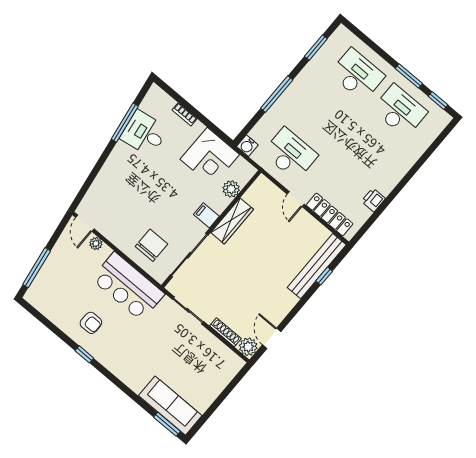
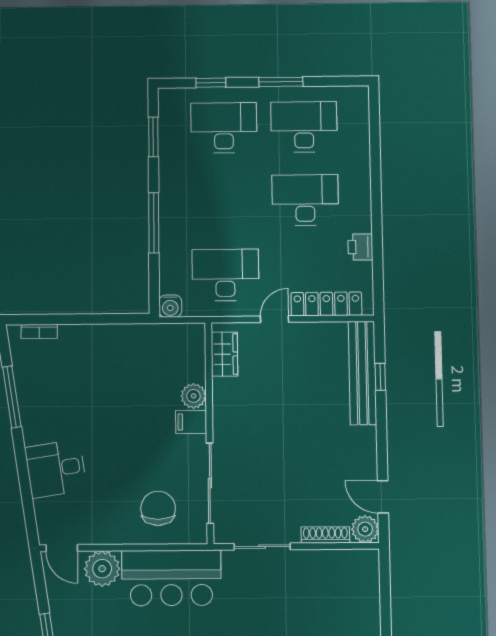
window: (438, 101) -> (211, 83), moved
bookcase: (185, 114) -> (39, 331), moved
desk: (144, 133) -> (56, 469), moved
desk: (366, 150) -> (305, 200), added
corner desk: (210, 157) -> (139, 354), removed
plant: (231, 189) -> (194, 396), moved
door: (296, 199) -> (274, 319), swing flipped
wardrobe: (232, 221) -> (224, 354), moved, width x0.67
plant: (96, 244) -> (102, 569), width x1.88, depth x1.88

